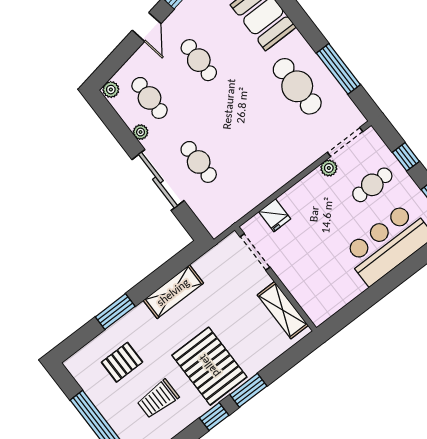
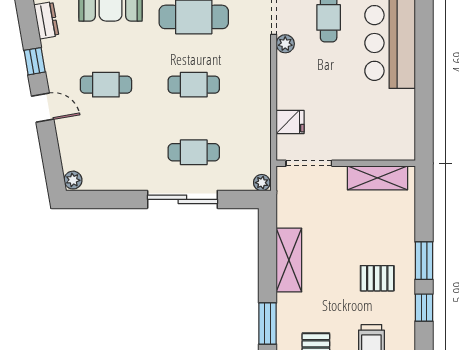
cafe table: (150, 98) -> (194, 85), moved
plant: (141, 132) -> (262, 183), moved
pallet: (209, 366) -> (377, 278), width x0.49, depth x0.50

